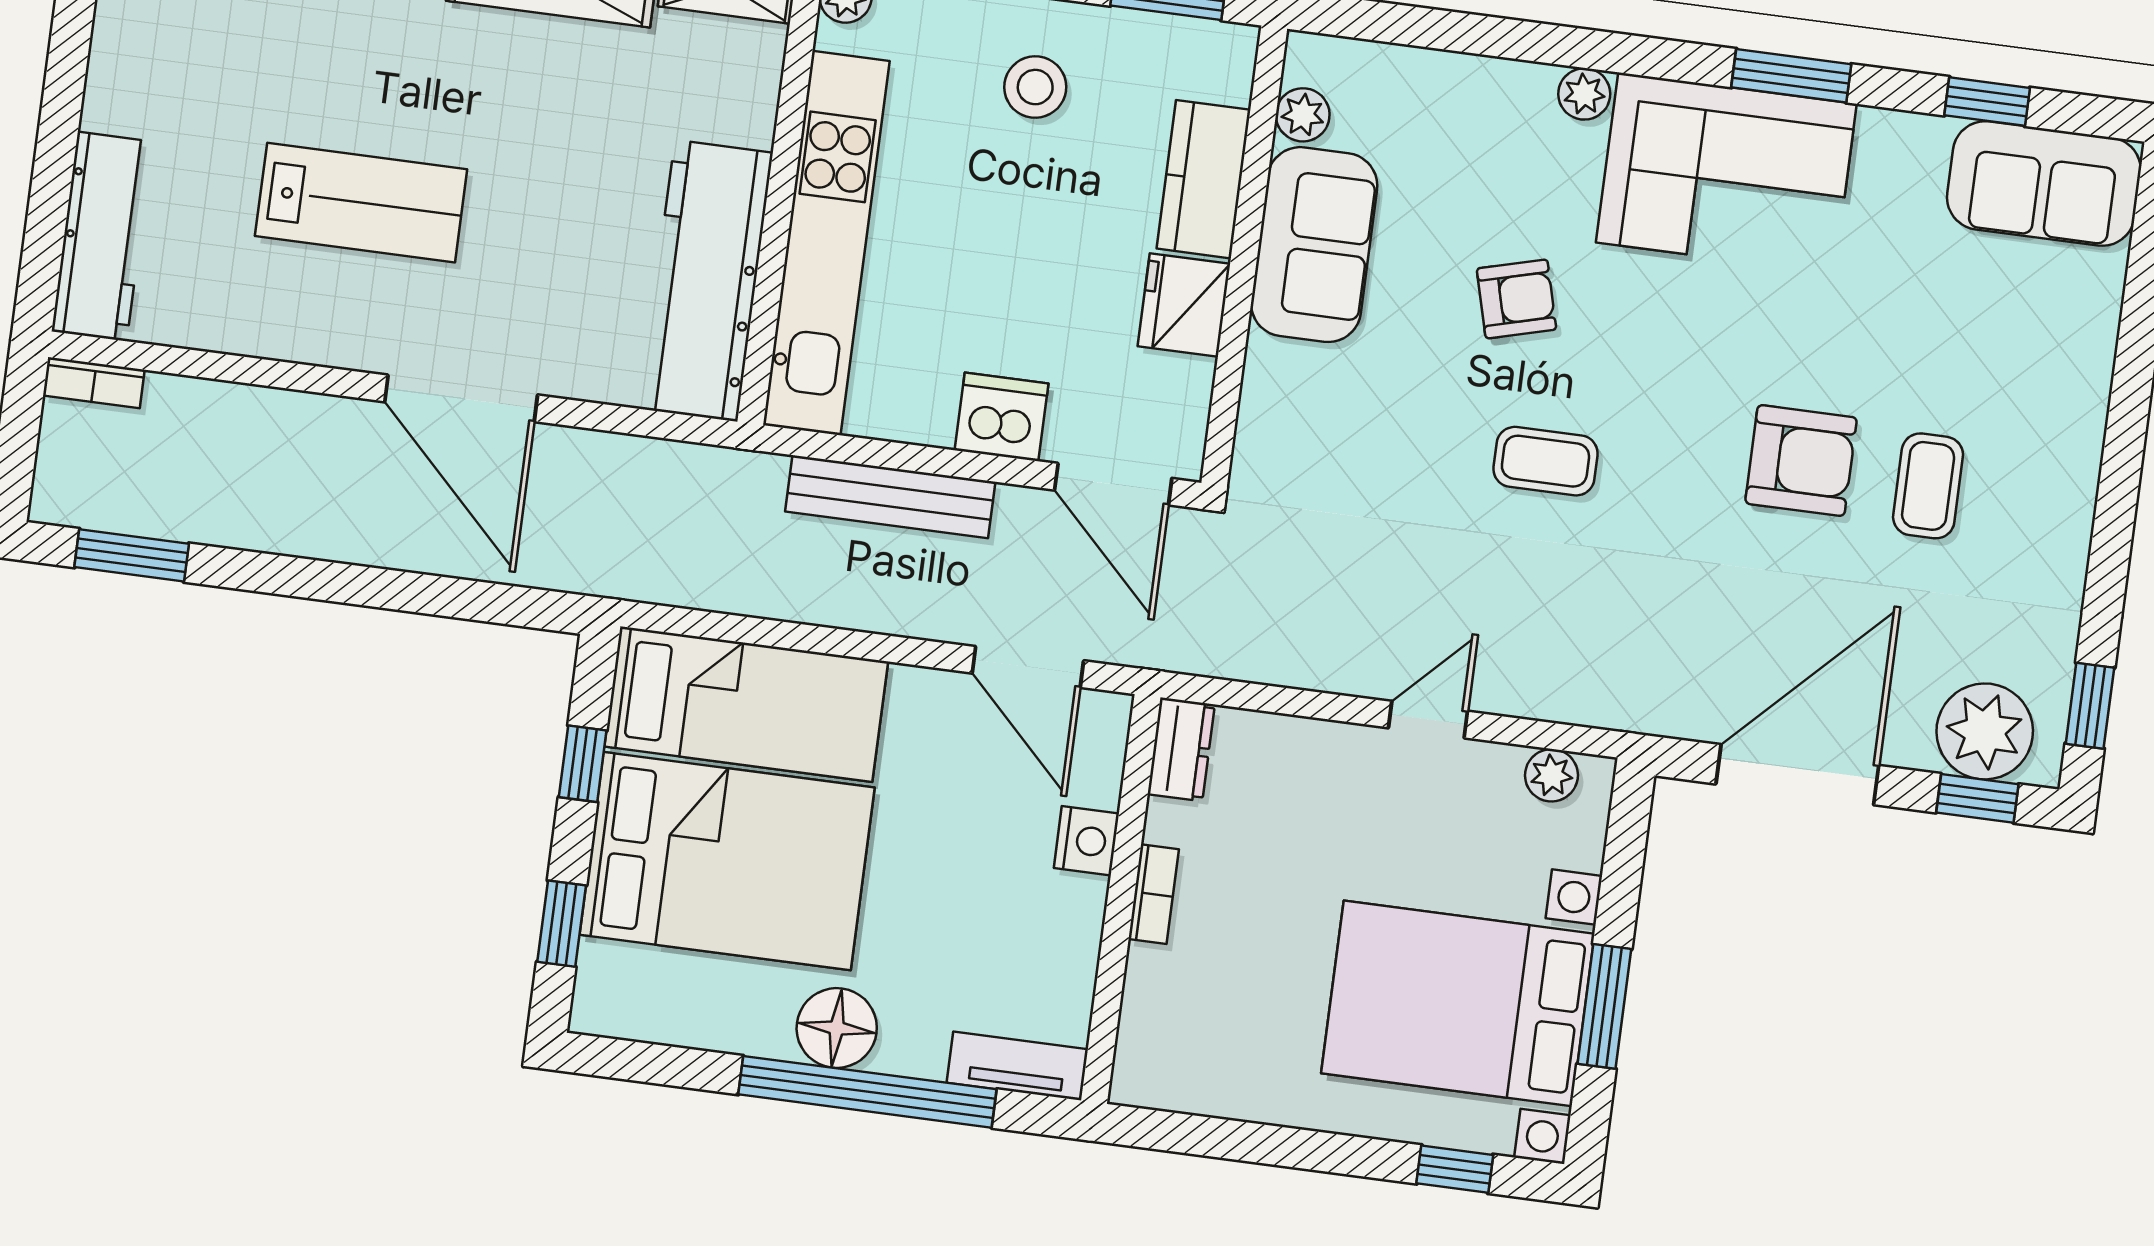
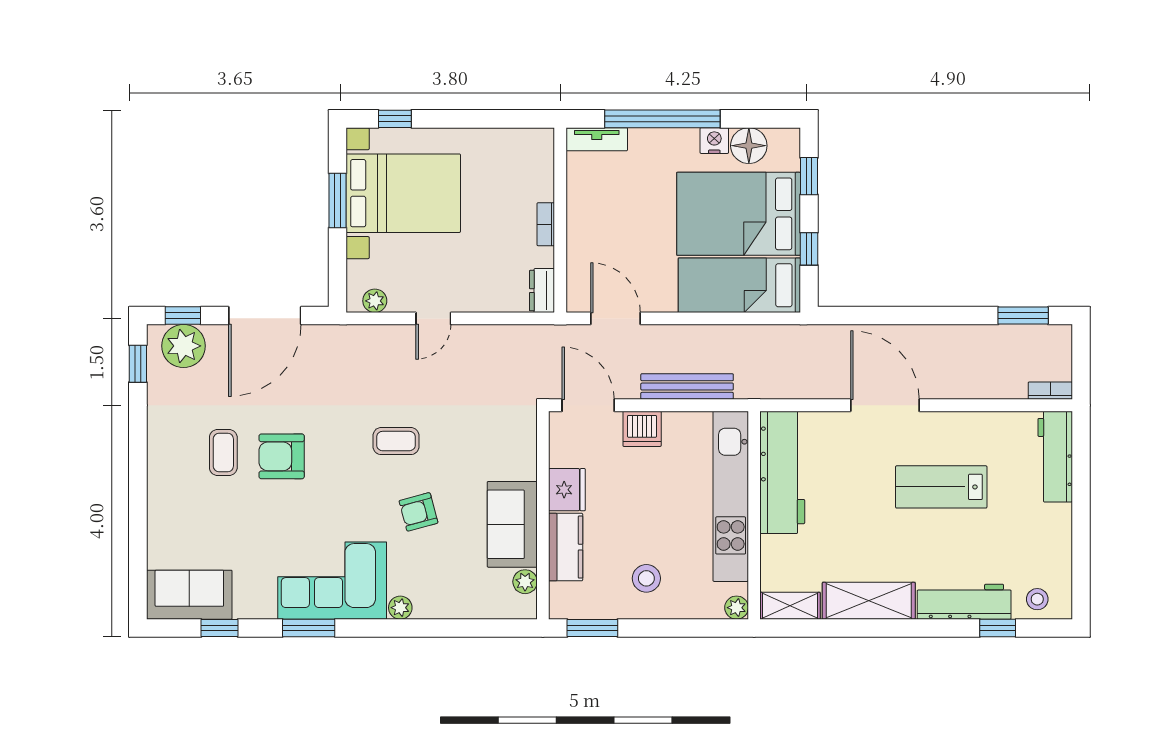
nightstand: (1086, 841) -> (714, 141), moved, turned 90
floor lamp: (837, 1028) -> (749, 146), moved

